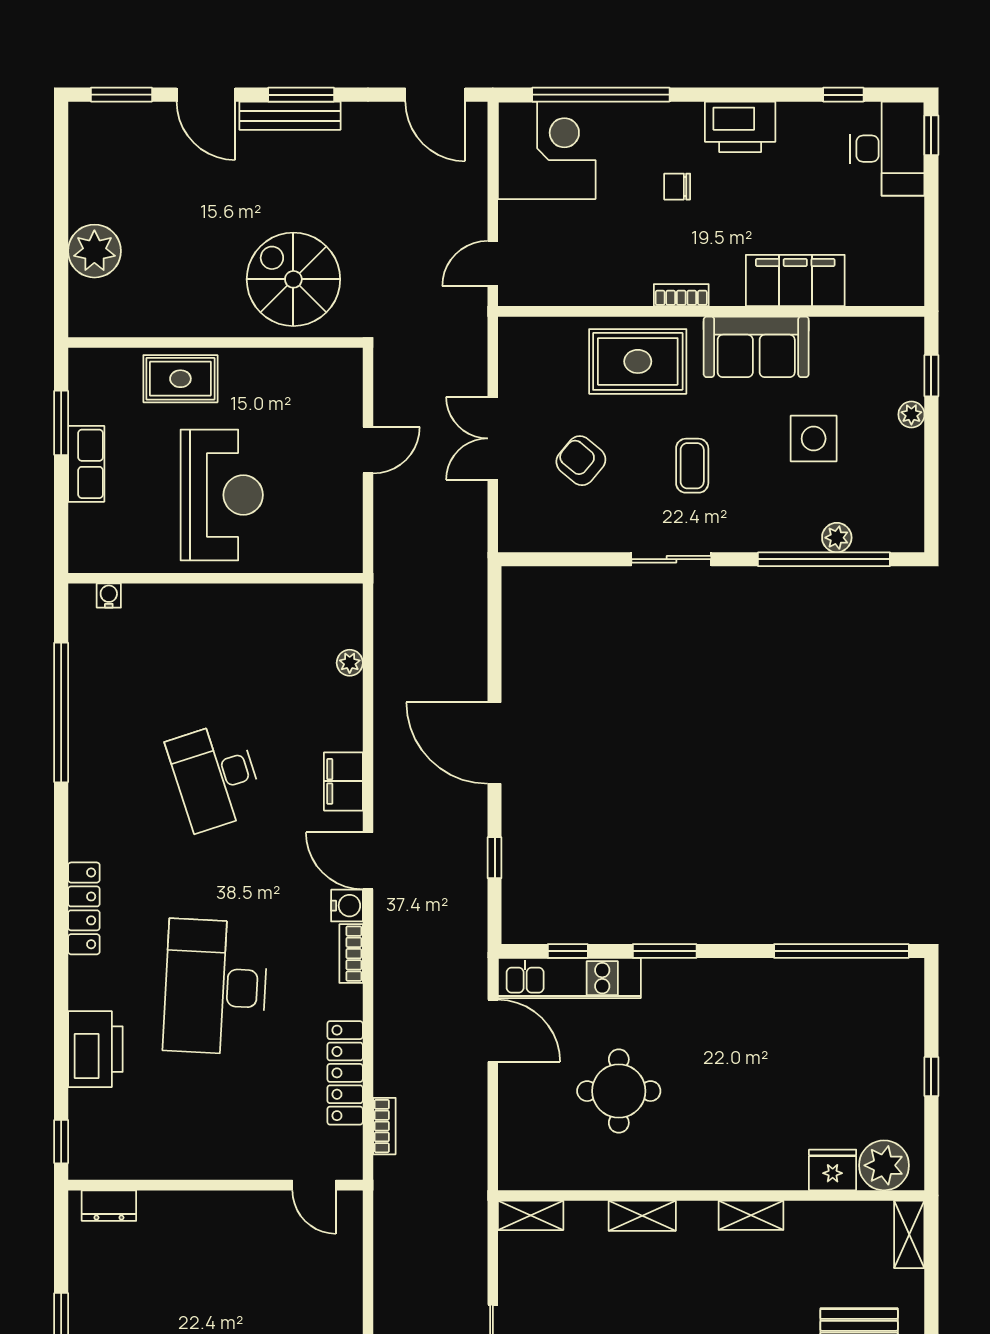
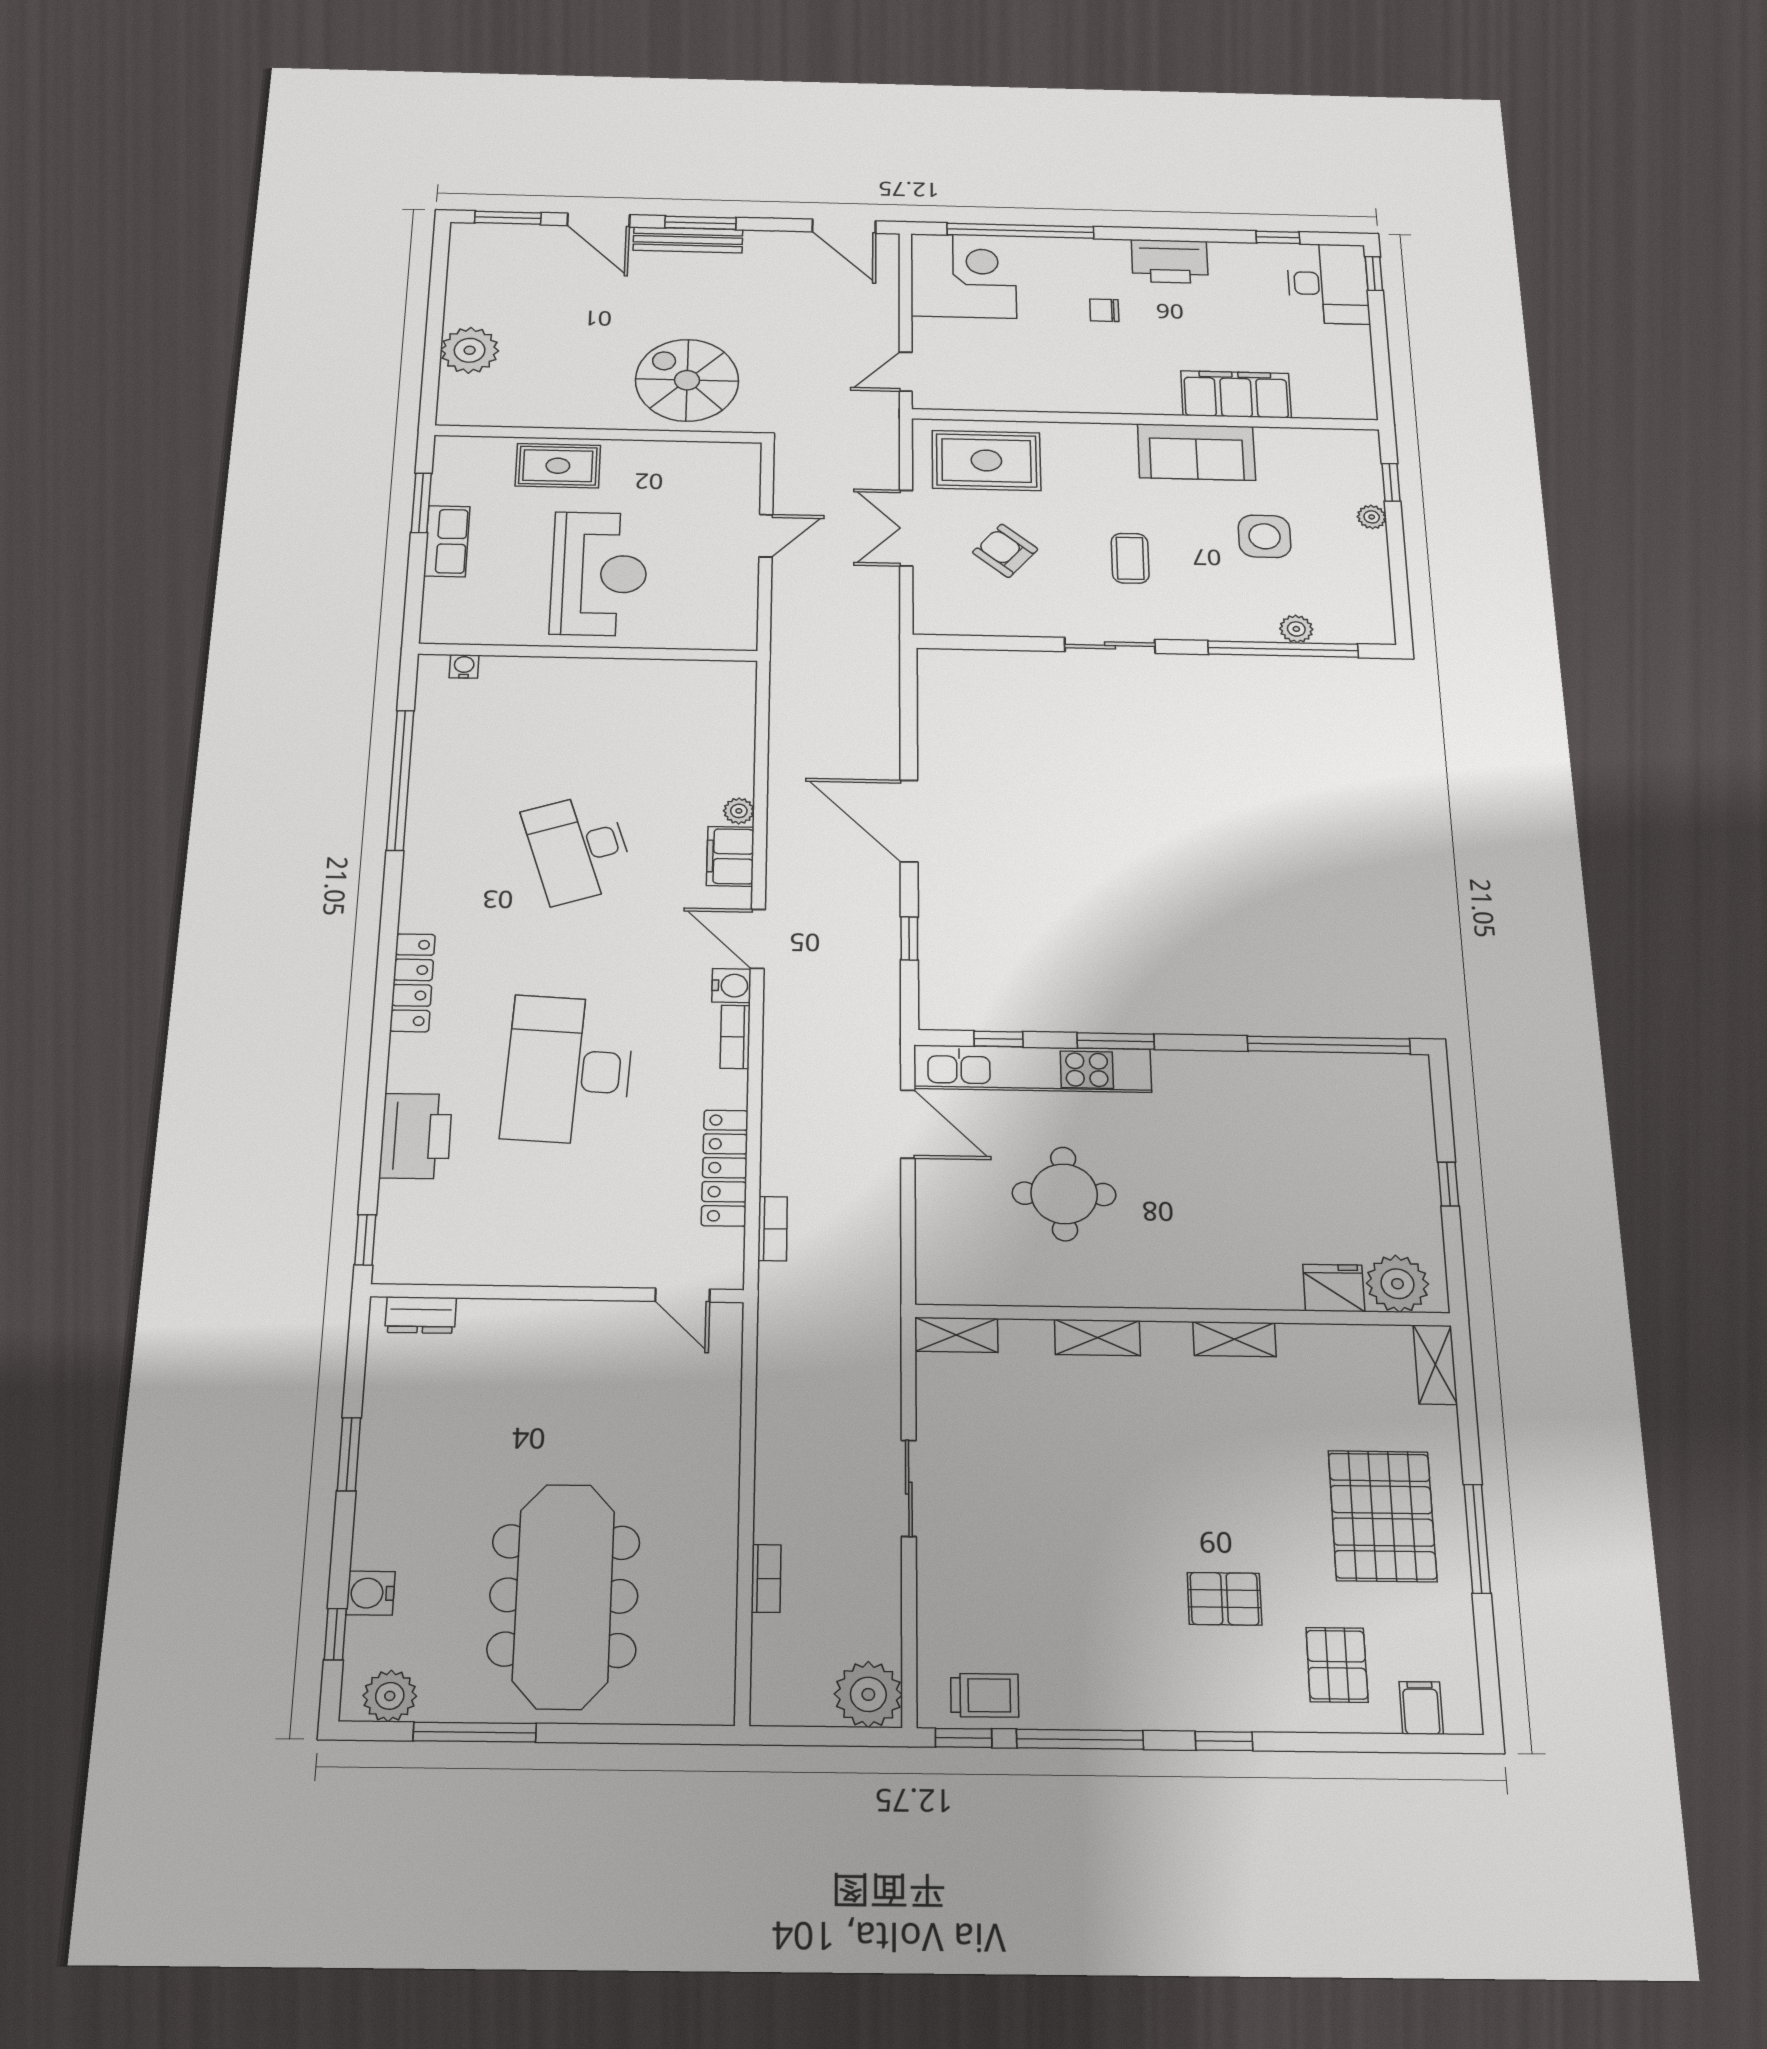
bookcase: (681, 295) -> (1112, 404), removed
rug: (638, 361) -> (986, 460), moved
plant: (350, 663) -> (739, 811), moved
kitchen unit: (569, 978) -> (1032, 1069), width x1.36

